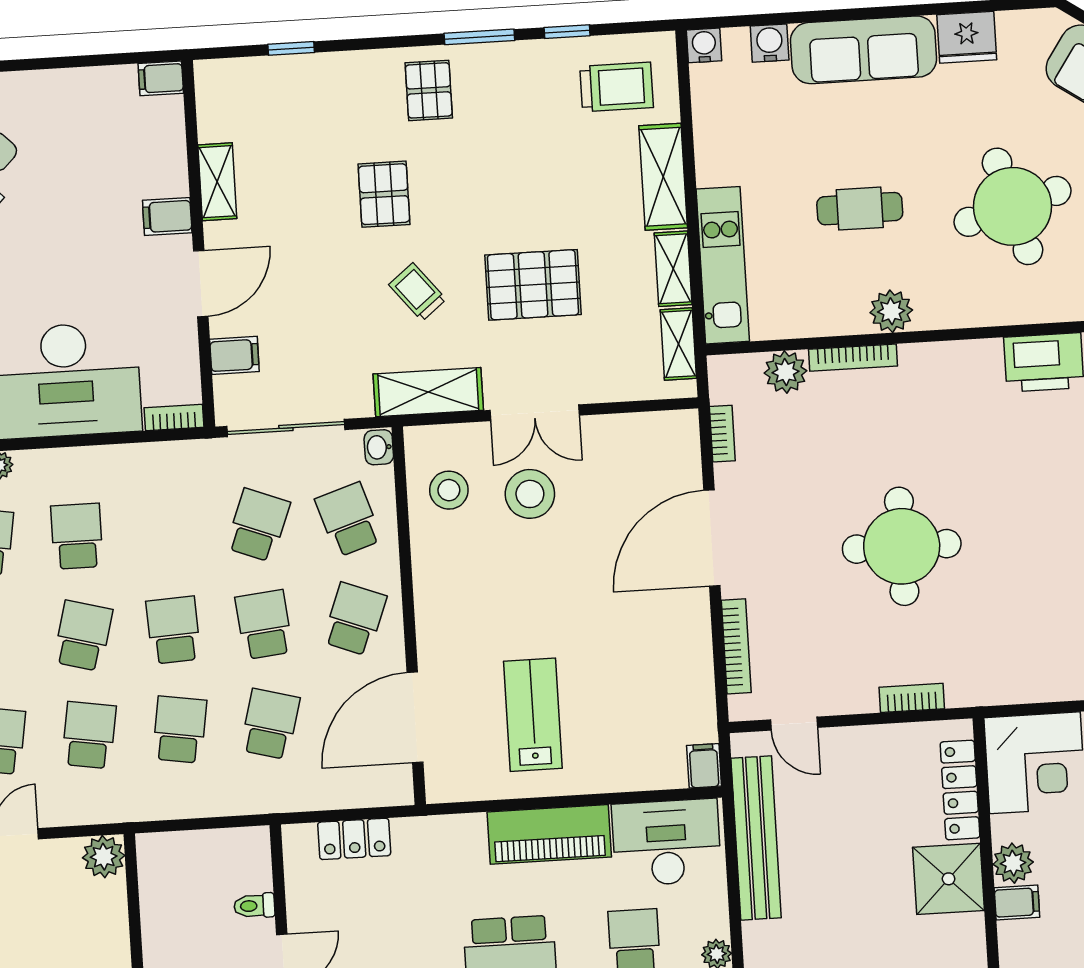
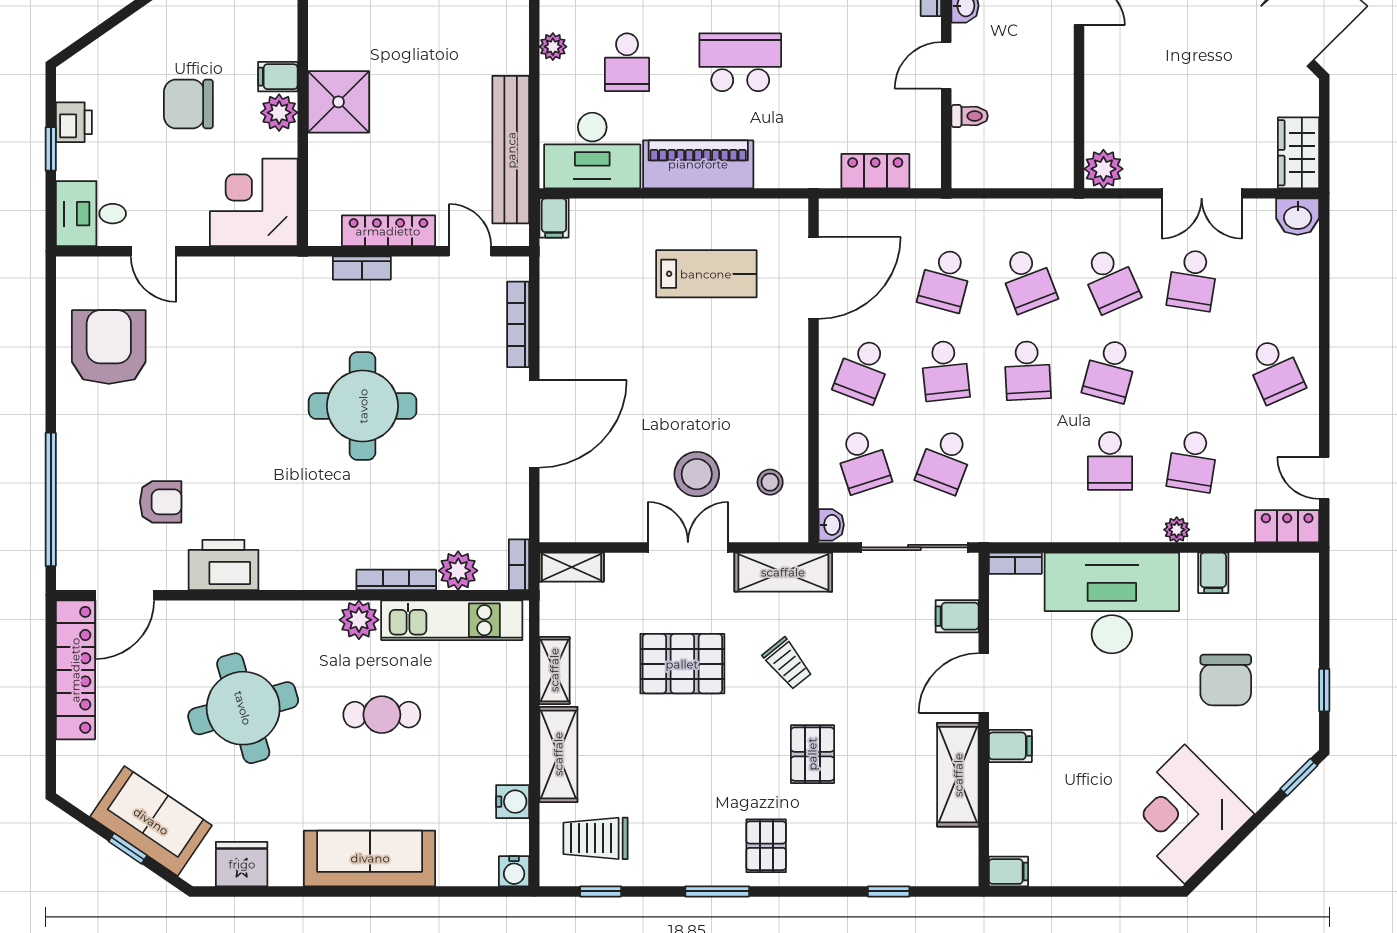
window: (567, 32) -> (601, 891), moved
fridge: (967, 37) -> (242, 864), moved
water cooler: (770, 43) -> (513, 802), moved, turned -90
shelving: (217, 182) -> (958, 775), width x1.50, depth x1.33
kitchen unit: (723, 265) -> (452, 620), moved, turned -90
shelving: (678, 344) -> (572, 567), moved, turned 90
bookcase: (722, 434) -> (519, 565), moved
stool: (449, 490) -> (770, 482), width x0.73, depth x0.73
lab bench: (533, 715) -> (706, 274), turned -90
school desk: (180, 730) -> (1028, 280), turned -30
school desk: (89, 735) -> (1110, 280), turned -33
locker: (960, 790) -> (388, 231), moved, turned -90

